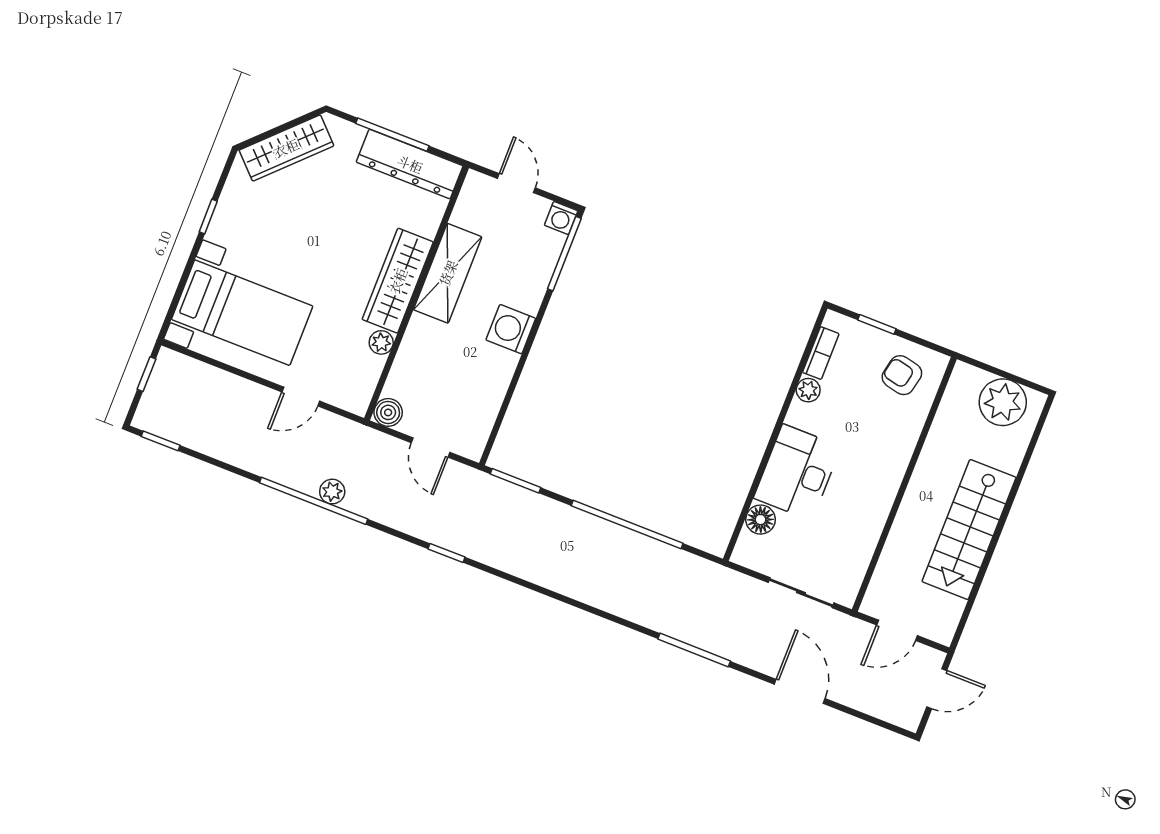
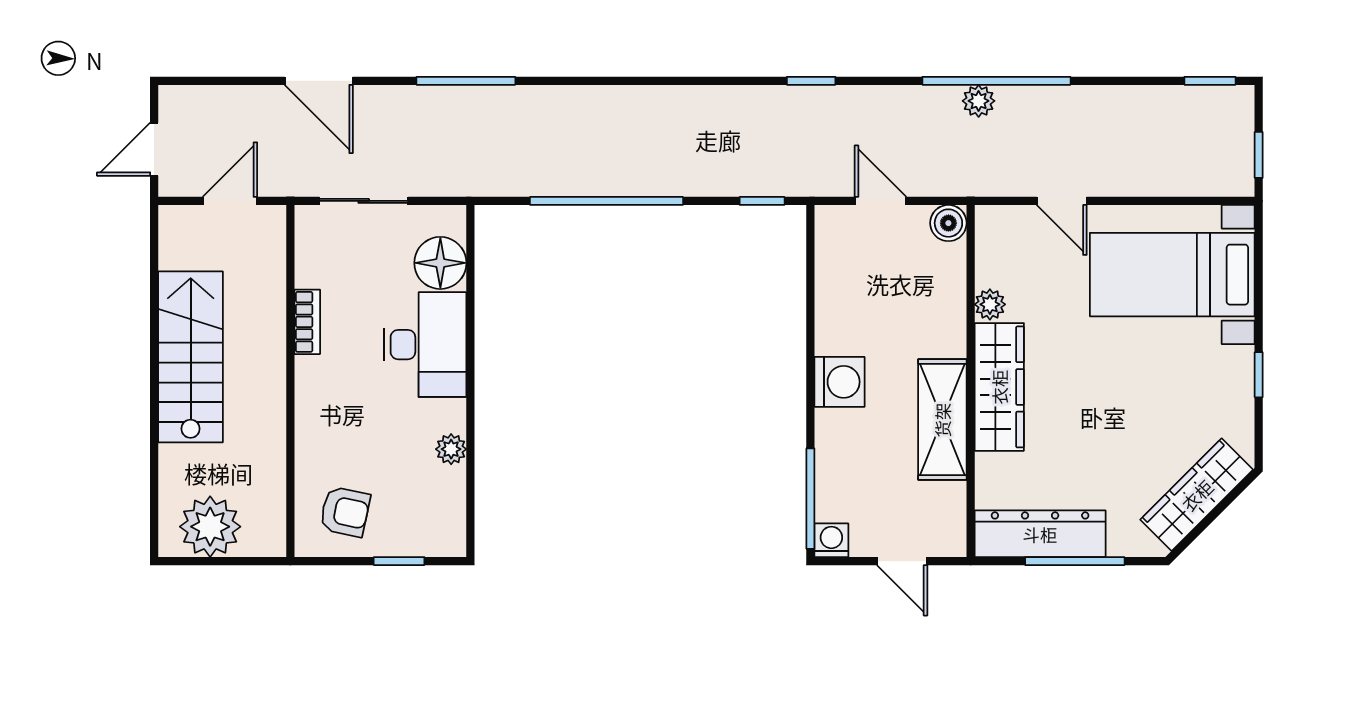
bookcase: (821, 353) -> (307, 322), moved, turned 180
door: (301, 397) -> (1062, 201), swing flipped
window: (515, 481) -> (762, 201), width x0.67
floor lamp: (761, 520) -> (440, 263), width x1.38, depth x1.38

